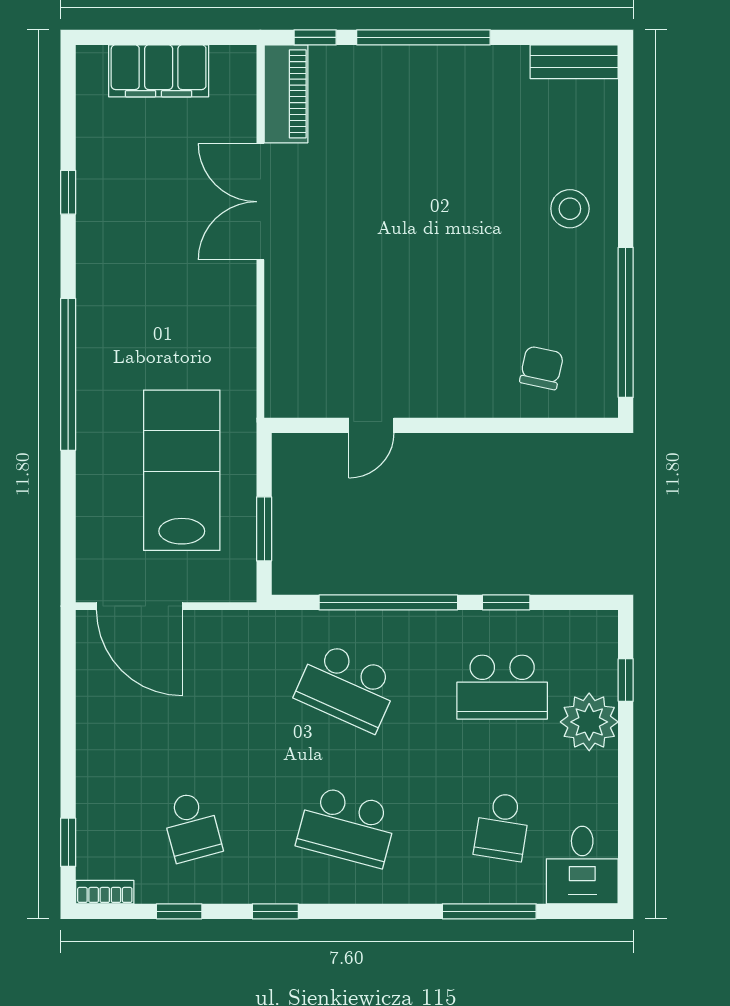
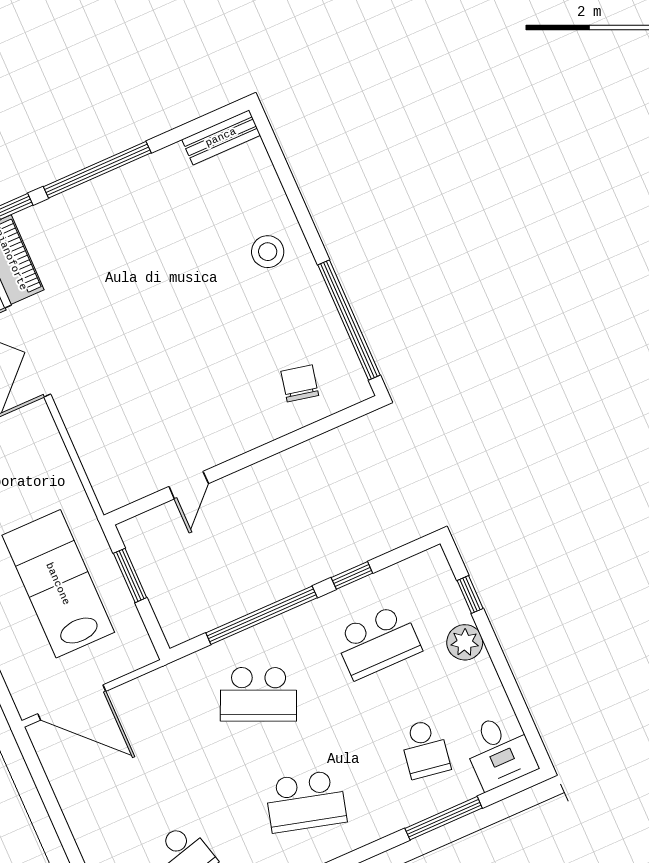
window: (264, 529) -> (130, 575), moved
plant: (589, 722) -> (465, 642), width x0.73, depth x0.73

